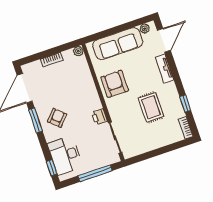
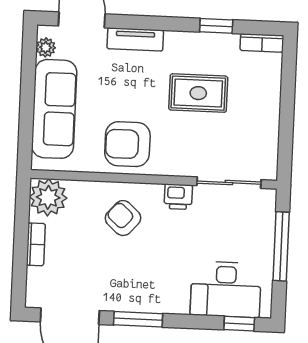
plant: (78, 51) -> (48, 197), width x1.87, depth x1.87
armchair: (57, 118) -> (123, 218), moved

